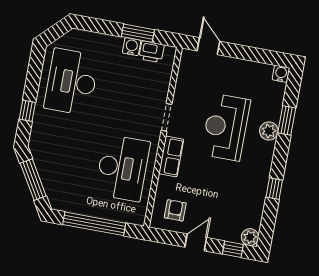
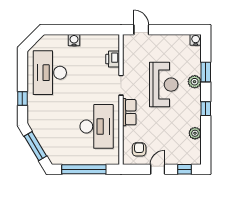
window: (138, 33) -> (90, 30), removed
water cooler: (132, 47) -> (74, 40), moved
printer: (152, 52) -> (113, 59), moved, turned 90
reception desk: (226, 127) -> (164, 85), turned 180
window: (274, 189) -> (206, 109), moved
plant: (250, 237) -> (195, 133), moved

